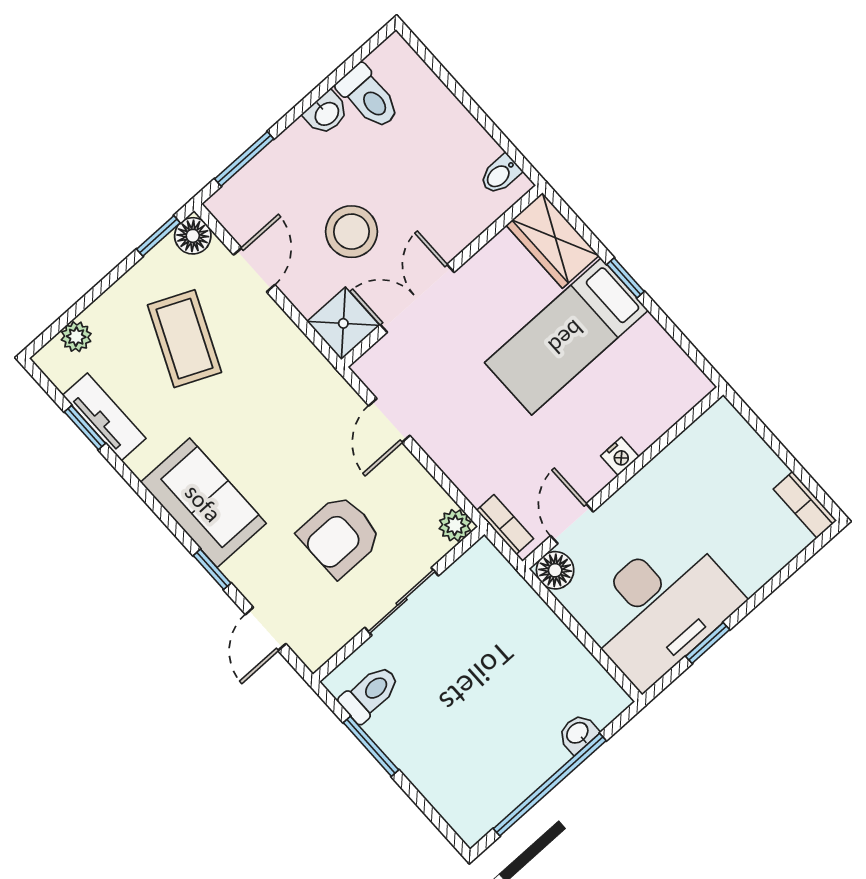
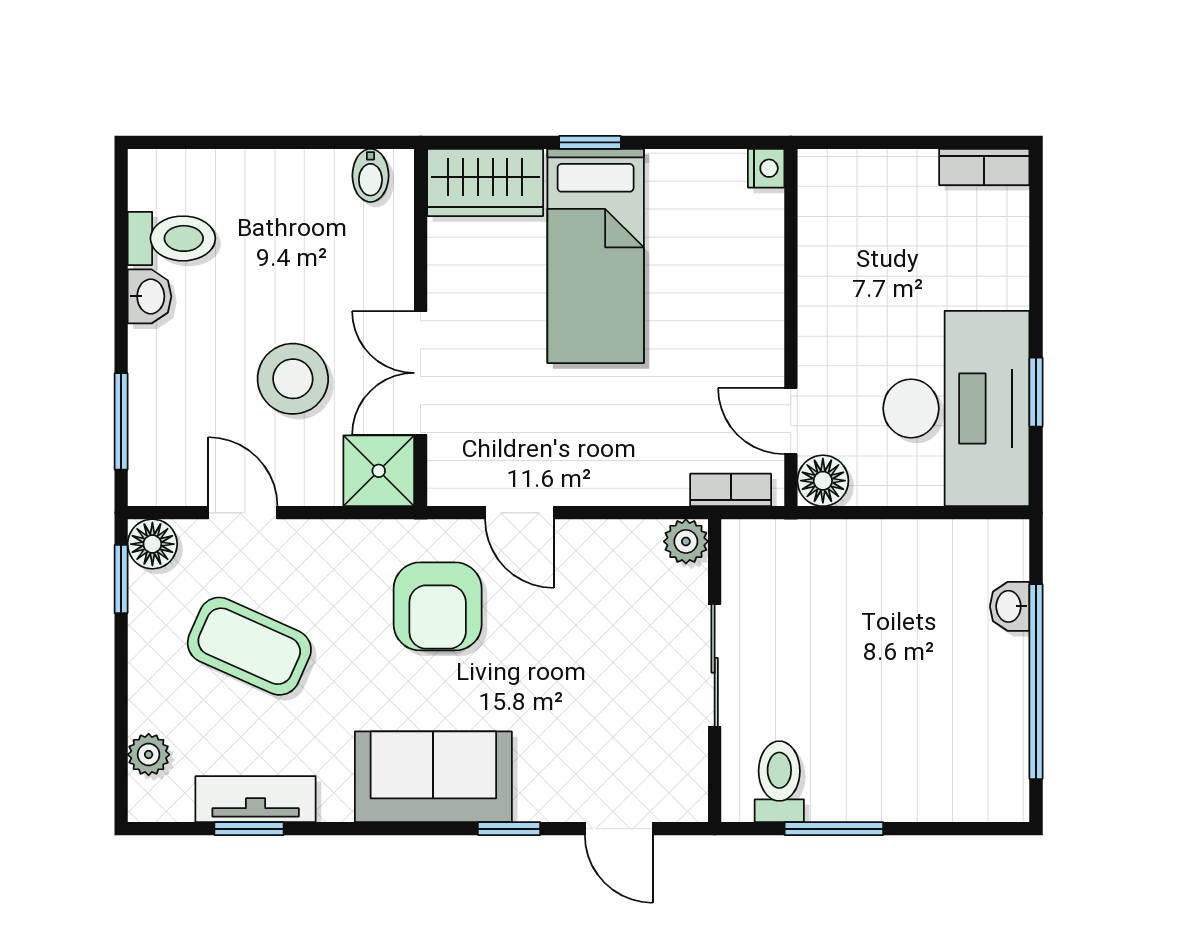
nightstand: (620, 456) -> (766, 168), moved
armchair: (340, 536) -> (438, 606), moved

